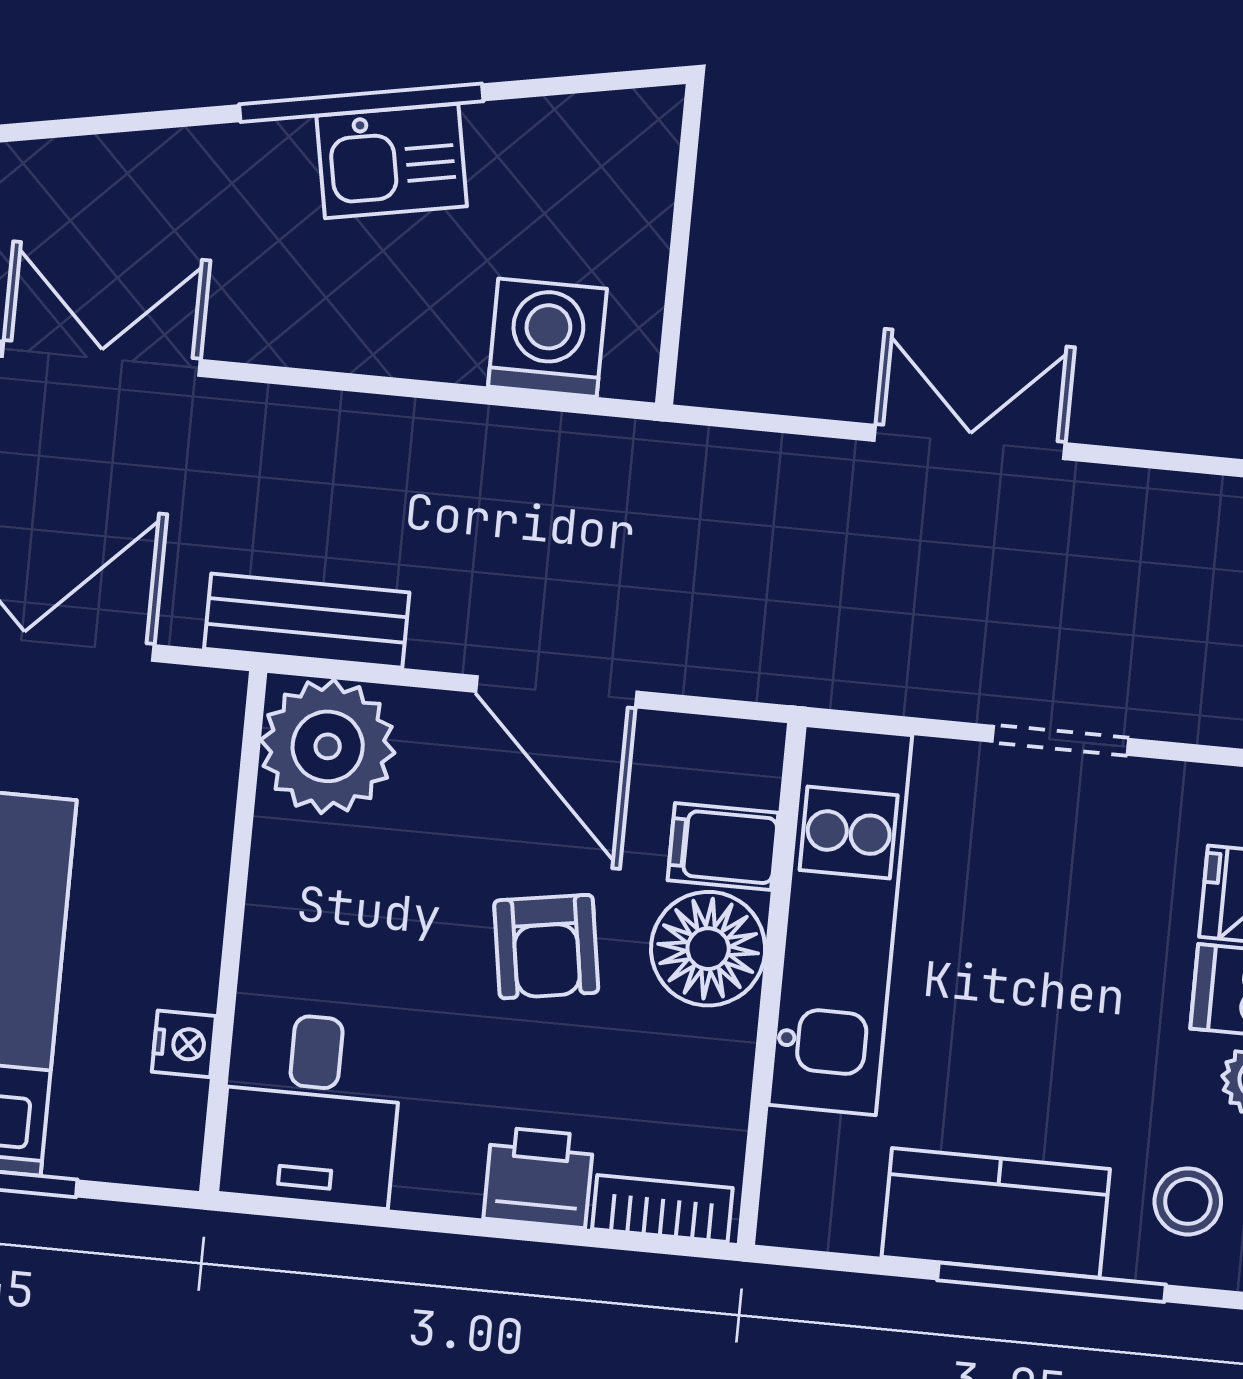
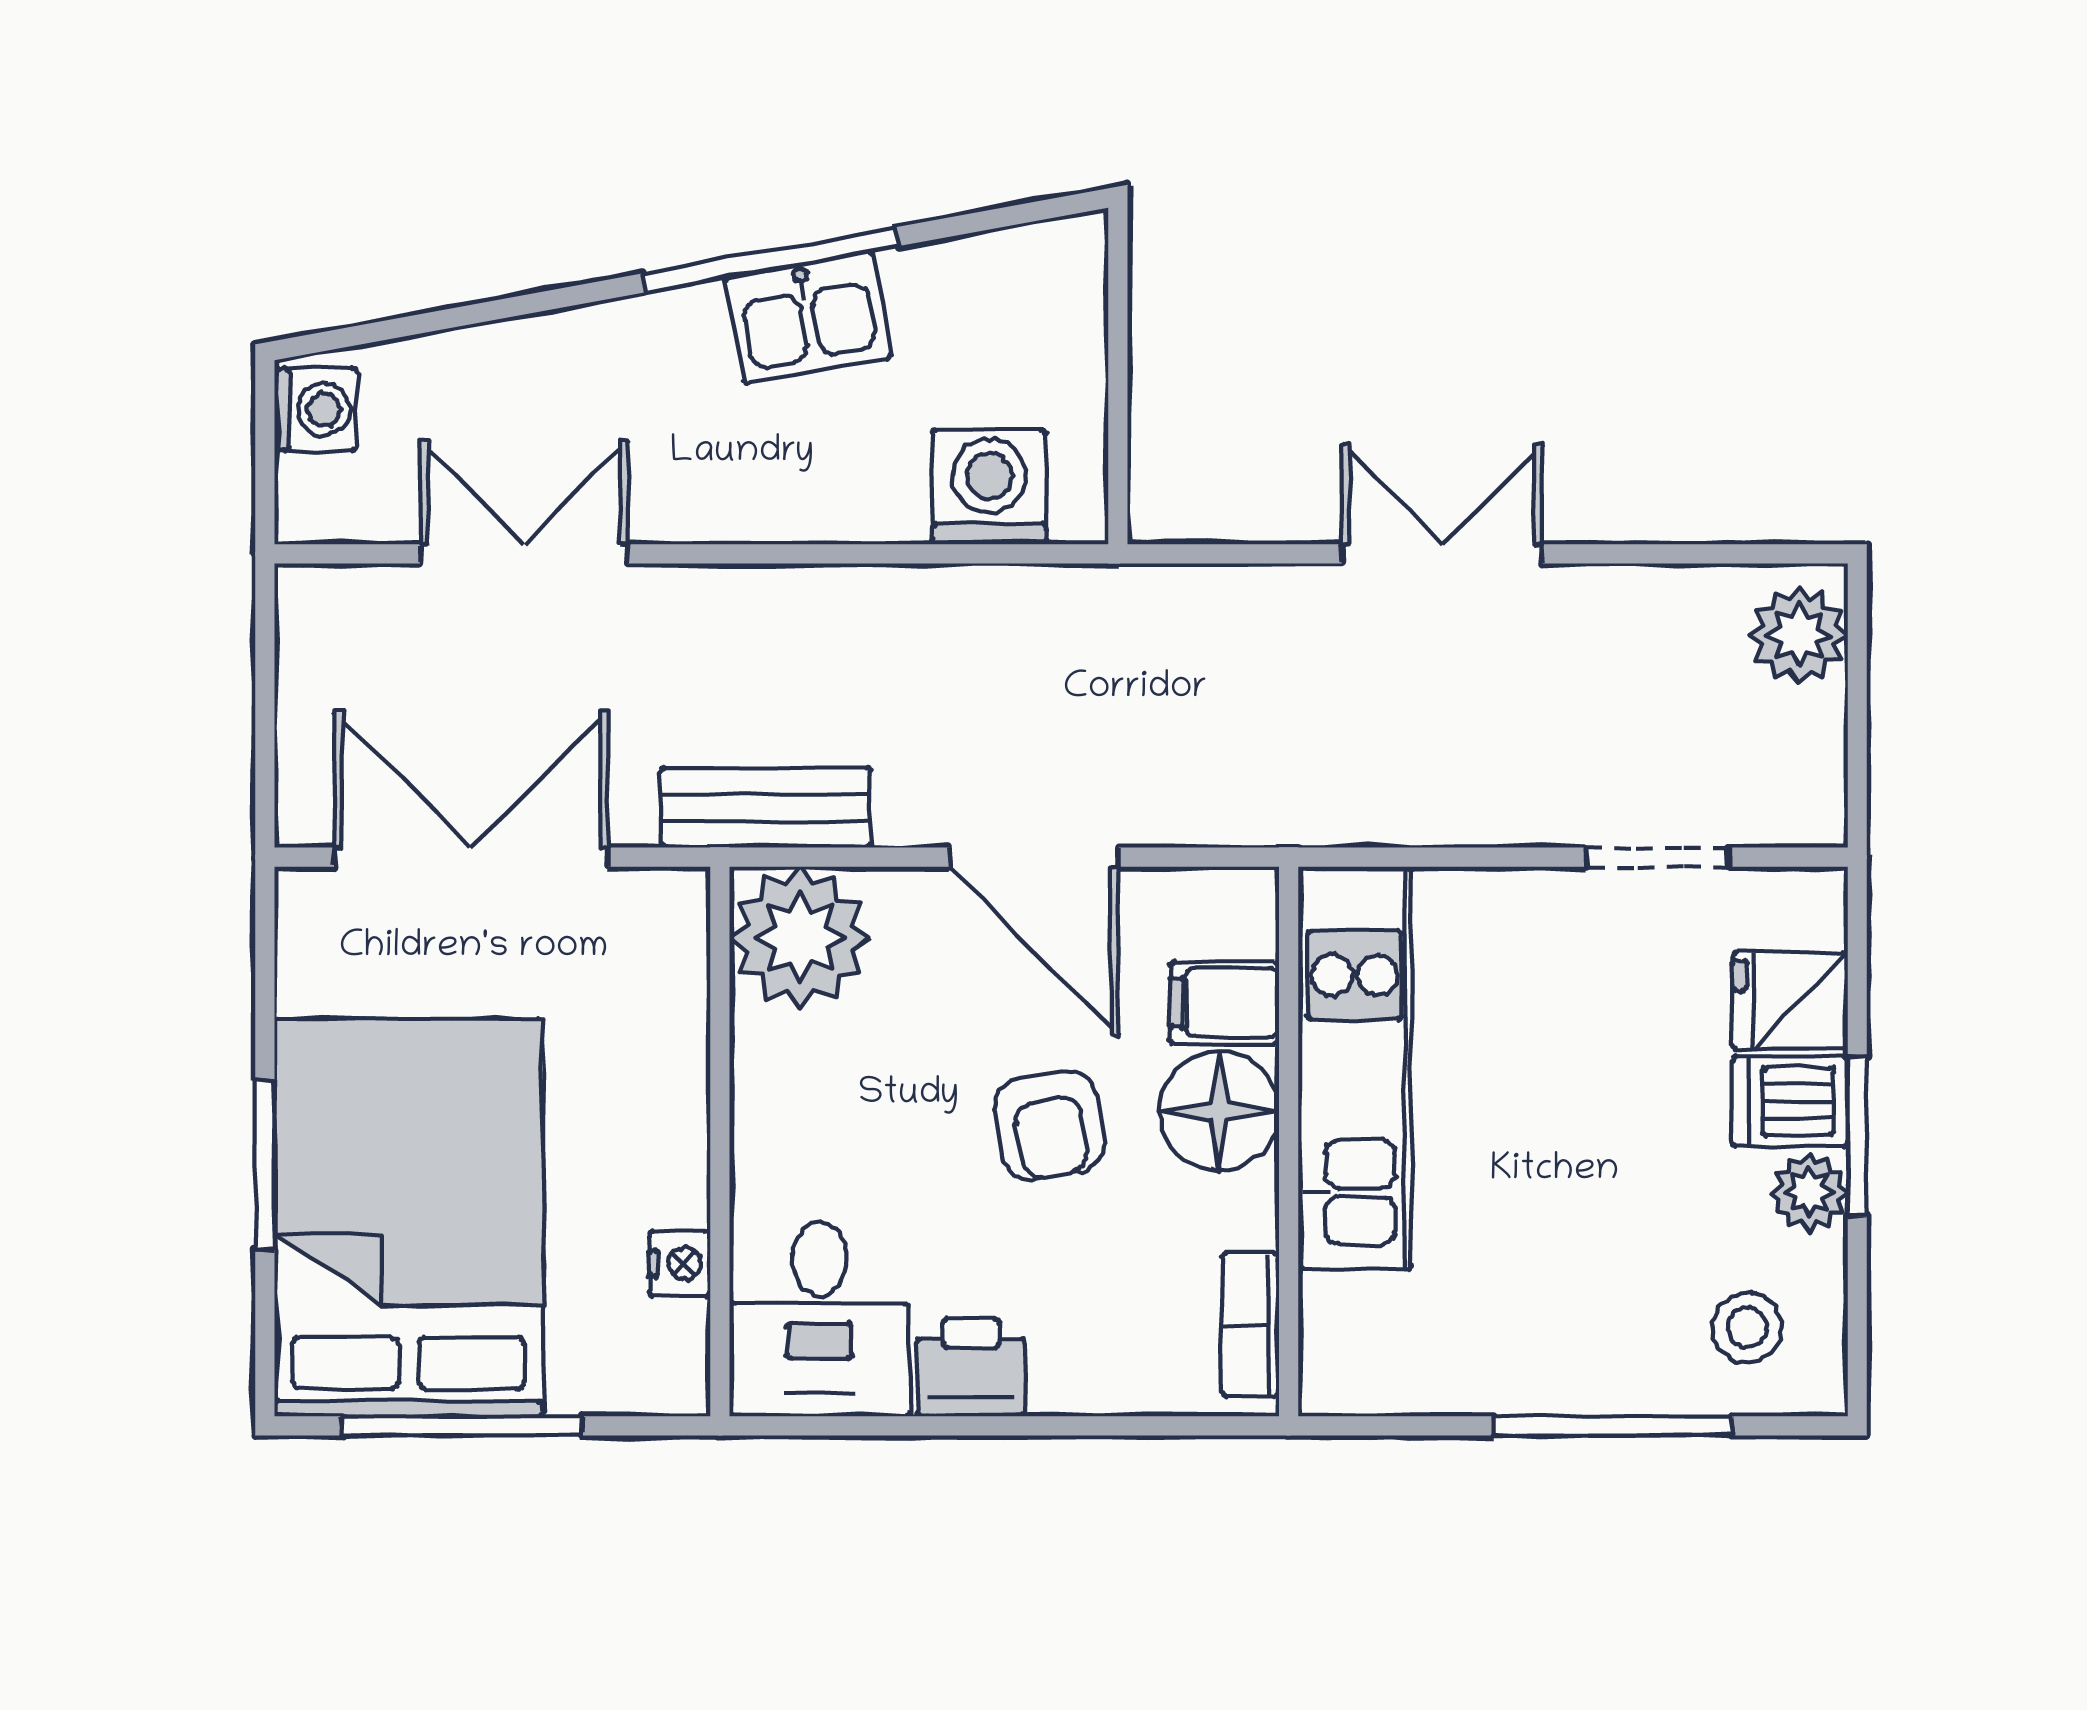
doorway: (1060, 740) -> (1658, 857), moved
printer: (539, 1177) -> (971, 1367), moved
bookcase: (662, 1209) -> (1251, 1325), moved, turned -90
kitchen counter: (996, 1213) -> (1547, 1359), removed

